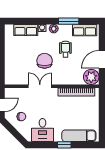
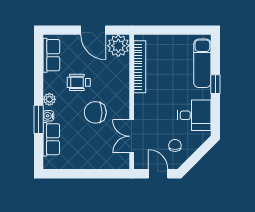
window: (69, 21) -> (39, 119), moved
double door: (40, 86) -> (132, 136), moved

